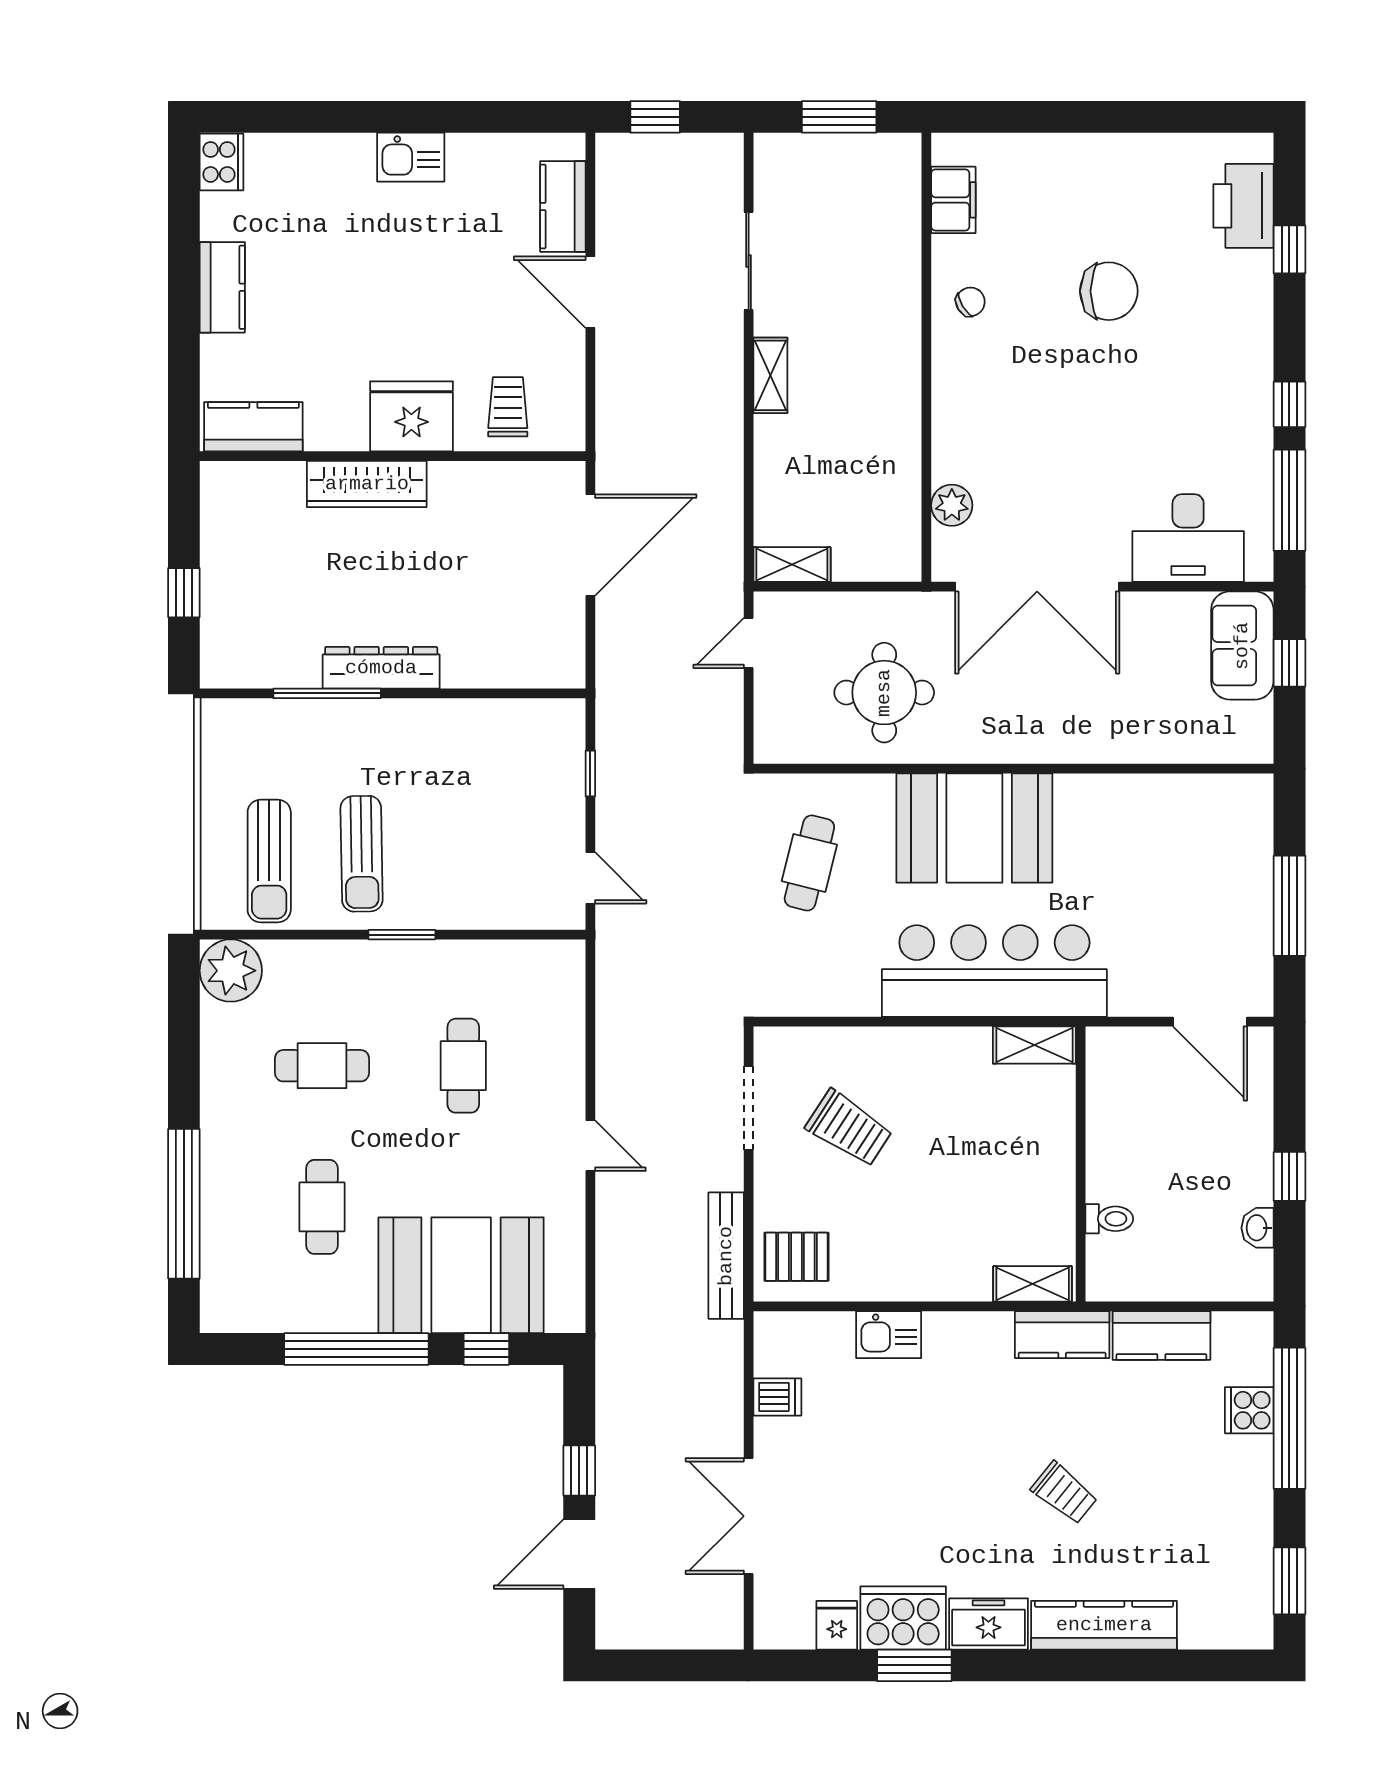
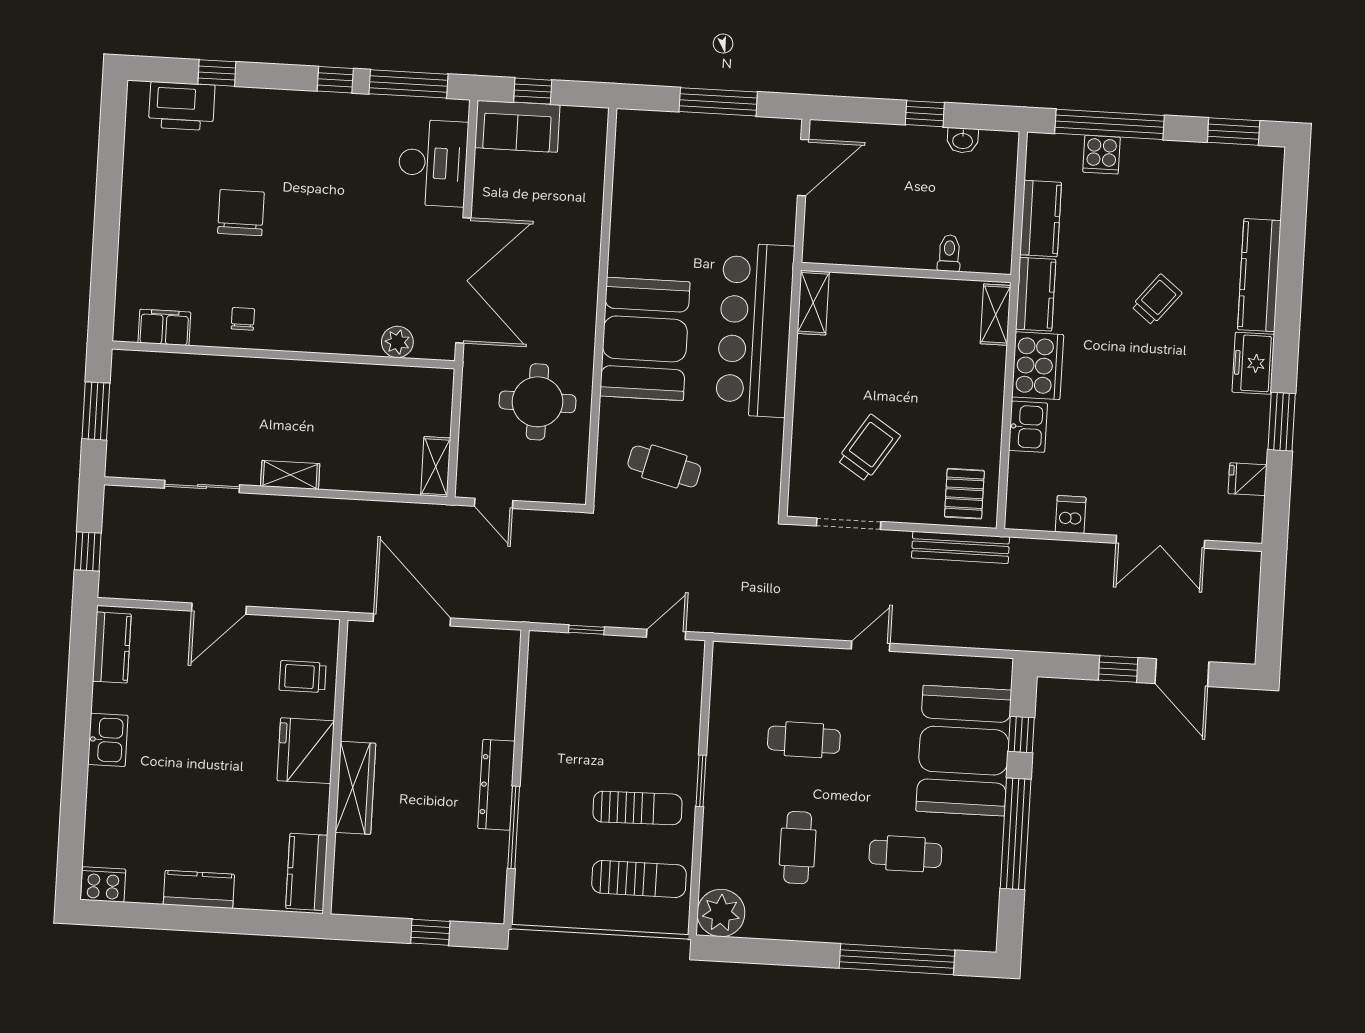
kitchen counter: (563, 206) -> (112, 648), moved, turned -90
chair: (970, 302) -> (243, 319), turned 31
cooker: (903, 1618) -> (1038, 366), moved, turned 180

